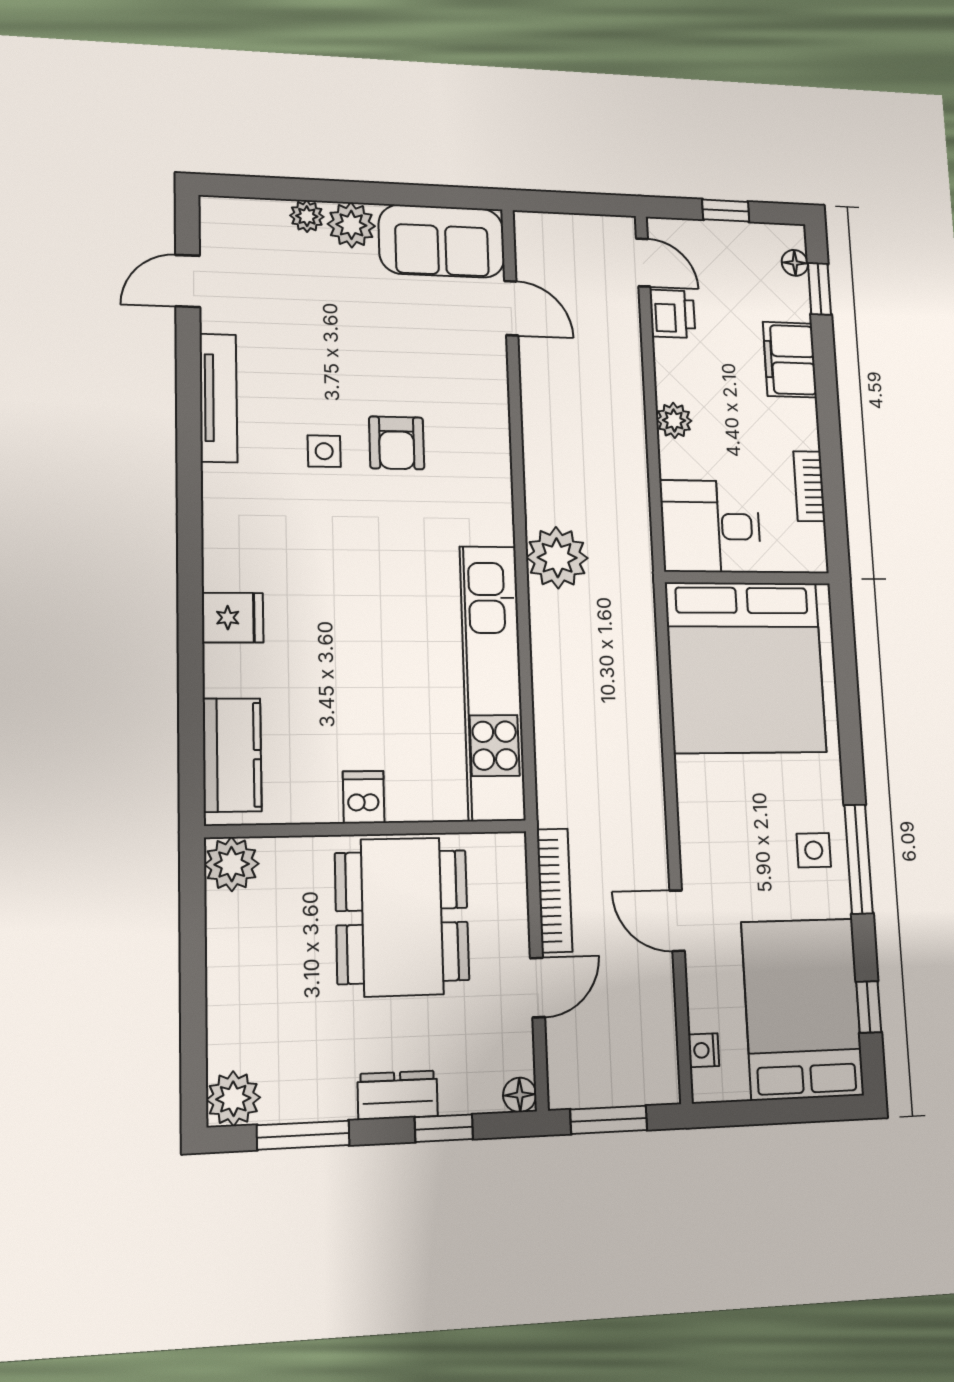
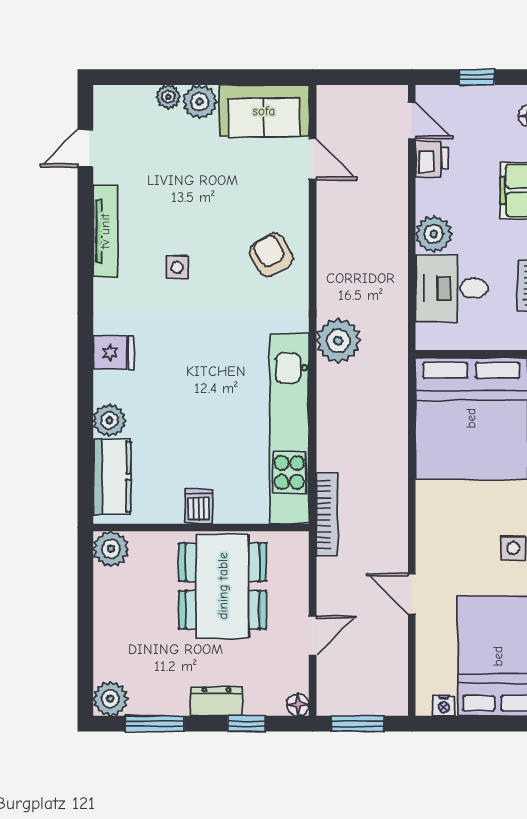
plant: (674, 420) -> (434, 234), width x1.38, depth x1.38
armchair: (397, 443) -> (271, 255), moved, turned 150
desk: (711, 526) -> (452, 288), moved
fridge: (233, 618) -> (113, 353), moved
plant: (227, 670) -> (110, 420), added
bookcase: (555, 890) -> (327, 514), moved
nightstand: (704, 1050) -> (444, 706), moved, turned -90

